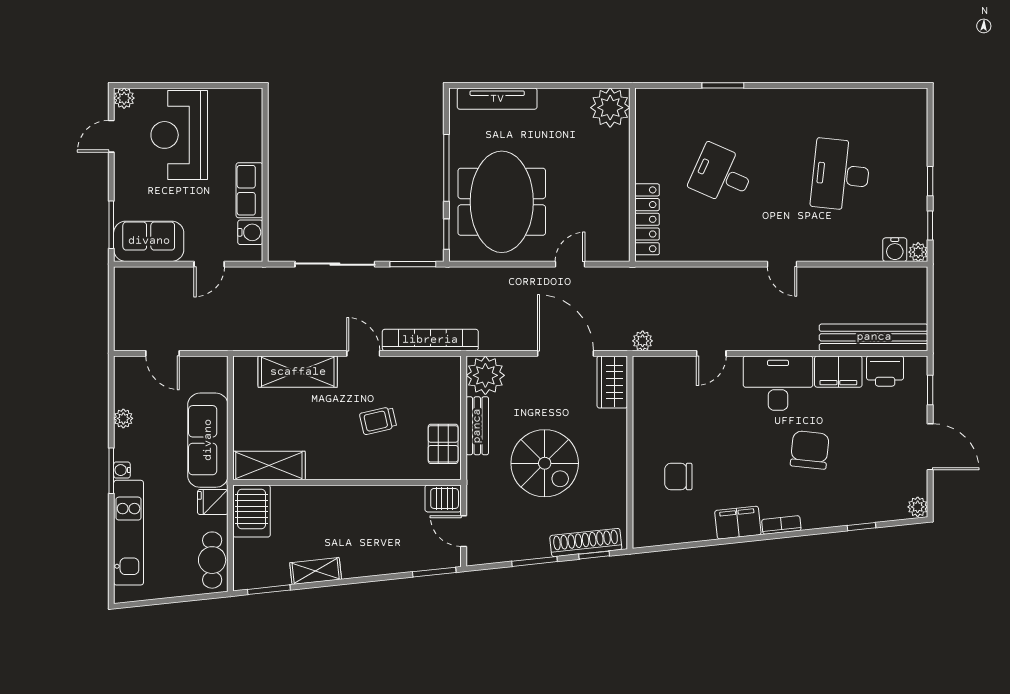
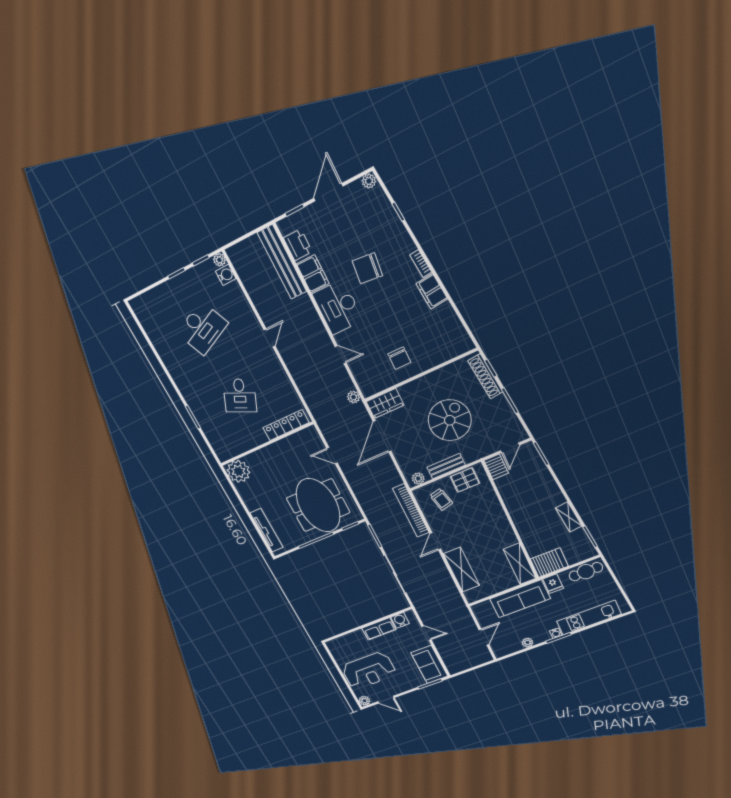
desk: (841, 175) -> (202, 328), turned -30
meeting table: (502, 202) -> (318, 505), turned 90
plant: (485, 375) -> (418, 478), width x0.53, depth x0.53
trolley: (378, 421) -> (441, 499), moved
chair: (678, 476) -> (399, 358), moved

